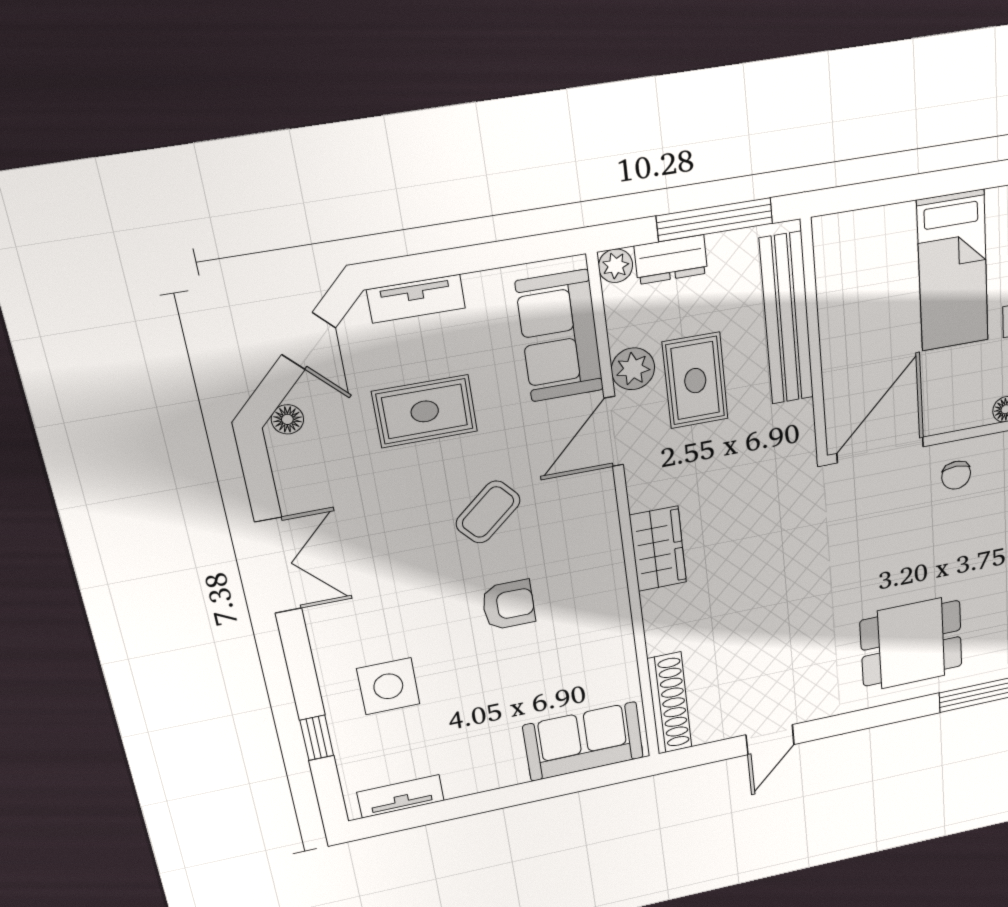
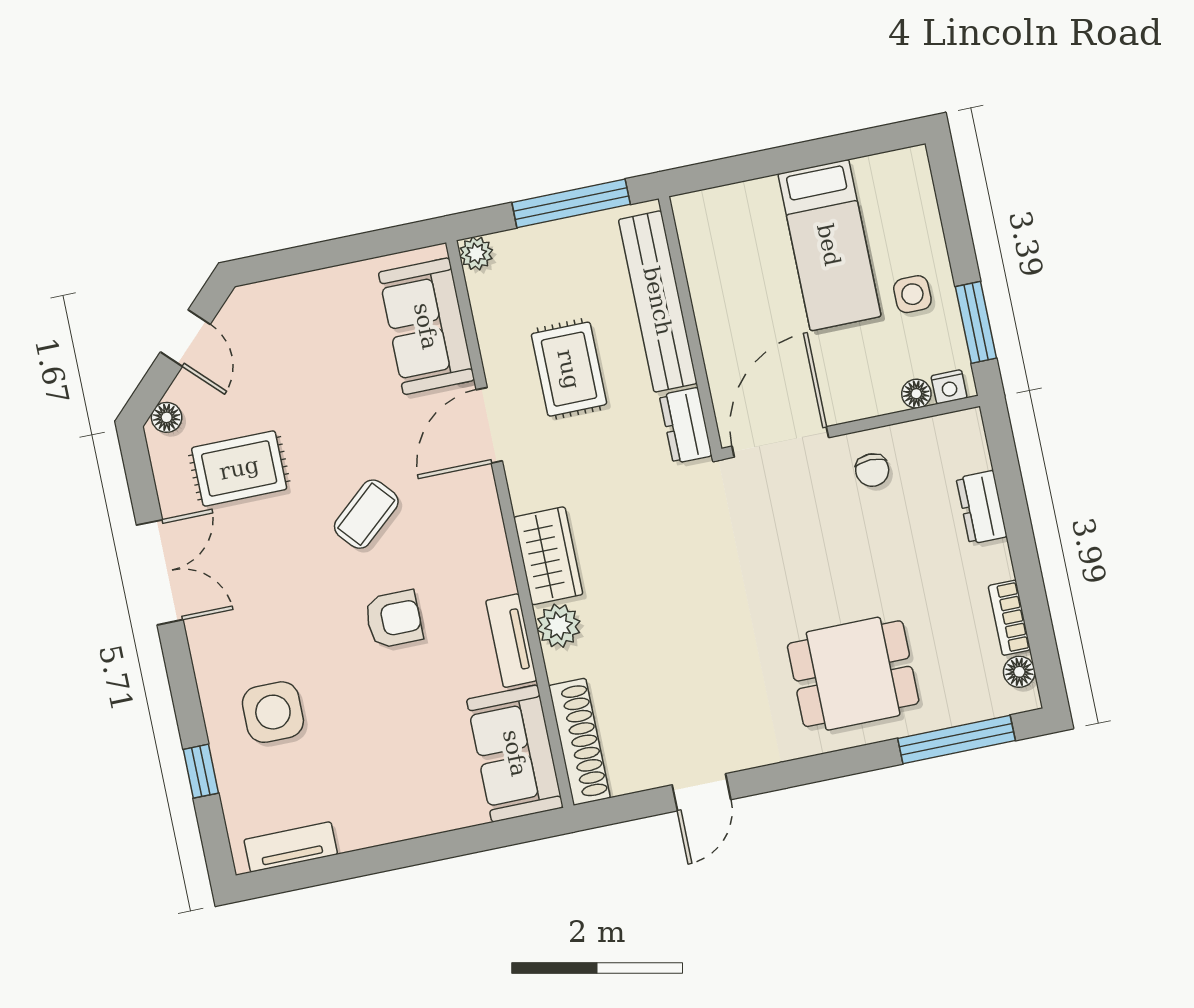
dresser: (671, 260) -> (686, 425), moved, turned 90
tv unit: (416, 299) -> (511, 641), moved, turned 90
plant: (633, 369) -> (559, 626), moved
rug: (425, 411) -> (239, 468), moved
sofa: (583, 741) -> (515, 753), moved, turned -90

